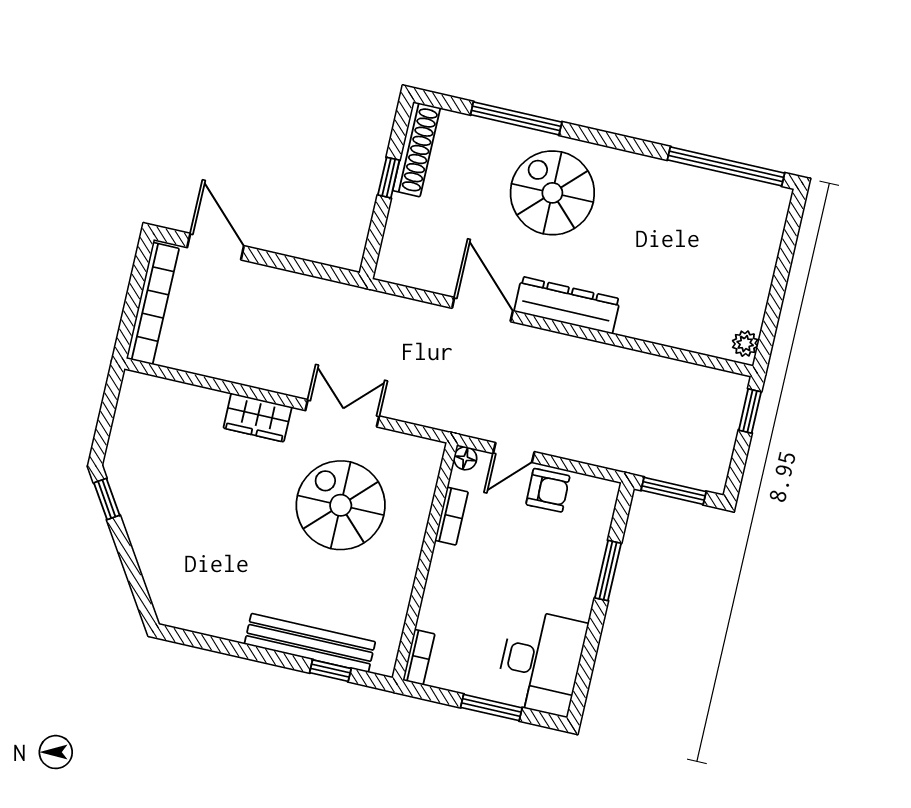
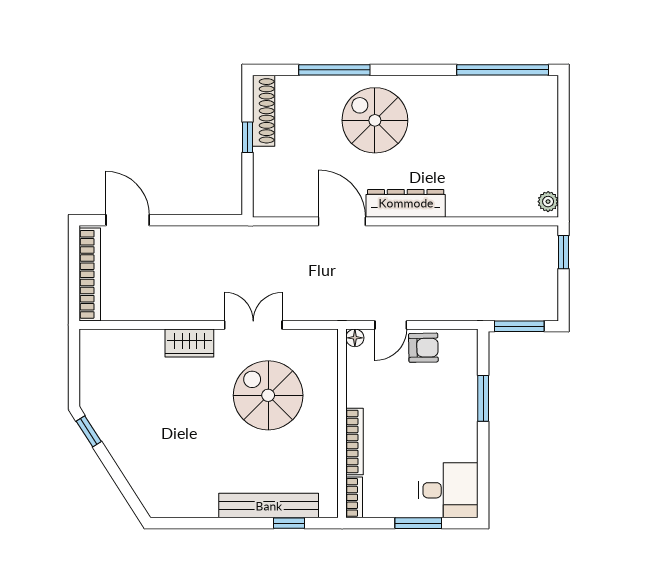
bookcase: (452, 516) -> (354, 441), moved, width x1.56
desk: (541, 662) -> (448, 490), width x0.73

